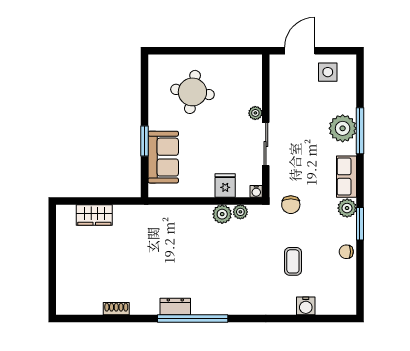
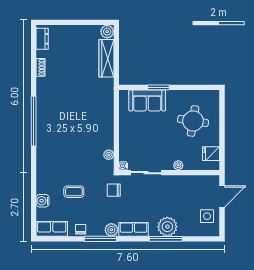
door: (300, 51) -> (222, 196), hinge flipped
sliding door: (266, 144) -> (146, 173), moved
fridge: (225, 185) -> (211, 154), moved, turned 180
plant: (222, 214) -> (107, 32), moved
wardrobe: (94, 215) -> (106, 58), width x1.50
window: (360, 224) -> (100, 239), width x1.44
row of seats: (346, 293) -> (52, 229), added
dresser: (175, 307) -> (42, 39), moved

